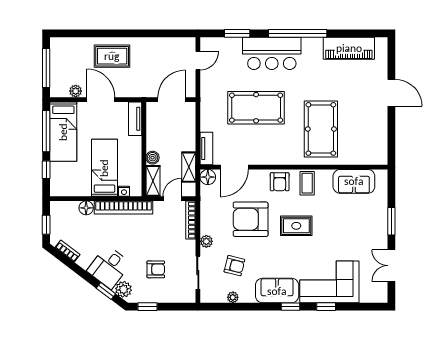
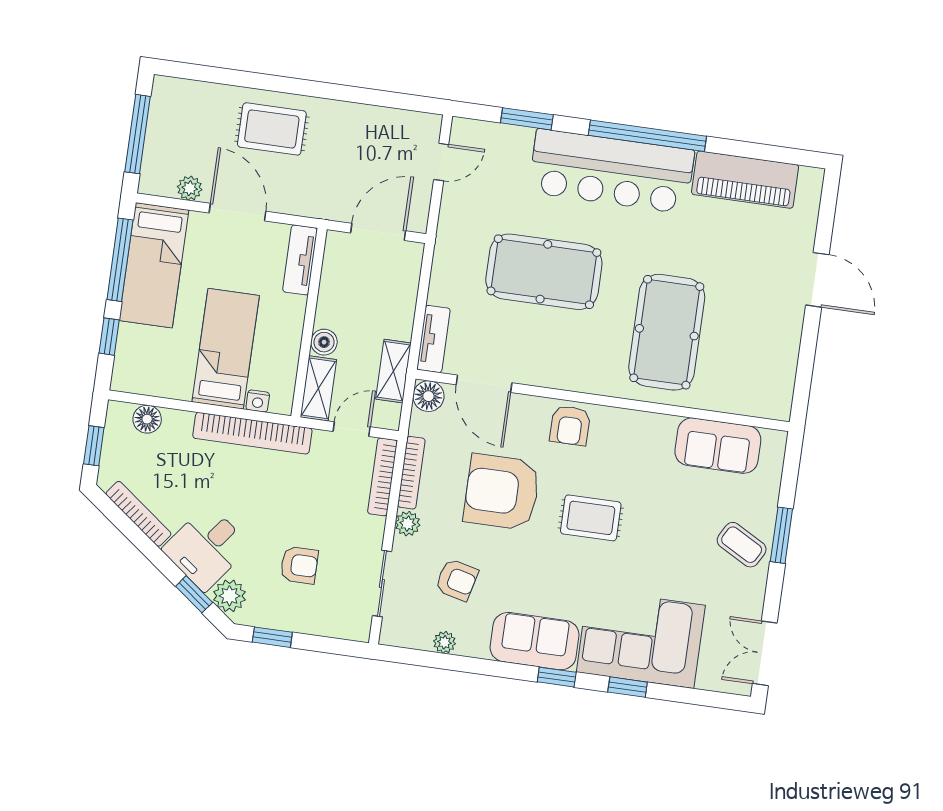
bar counter: (272, 53) -> (611, 171), width x1.36
door: (234, 167) -> (484, 384), hinge flipped
coffee table: (307, 183) -> (742, 545), moved, turned -61
floor lamp: (86, 208) -> (147, 419), moved
bookcase: (205, 216) -> (411, 473), added
bookcase: (68, 251) -> (138, 514), width x1.56
double door: (391, 266) -> (765, 653), moved

